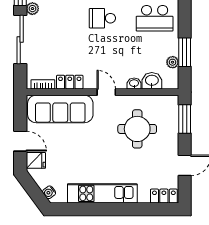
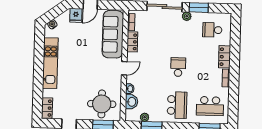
school desk: (155, 18) -> (177, 105), turned 180
round table: (137, 129) -> (102, 104), moved

